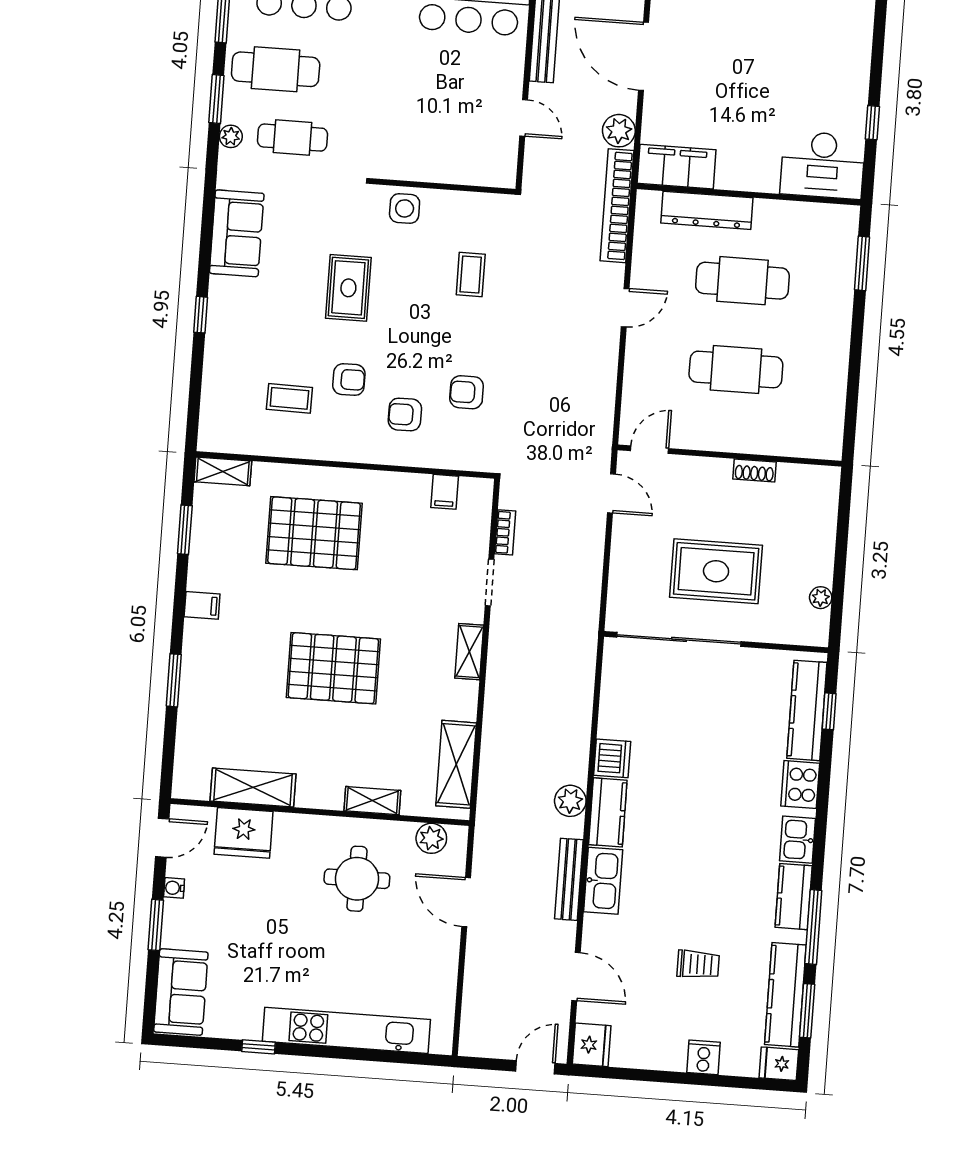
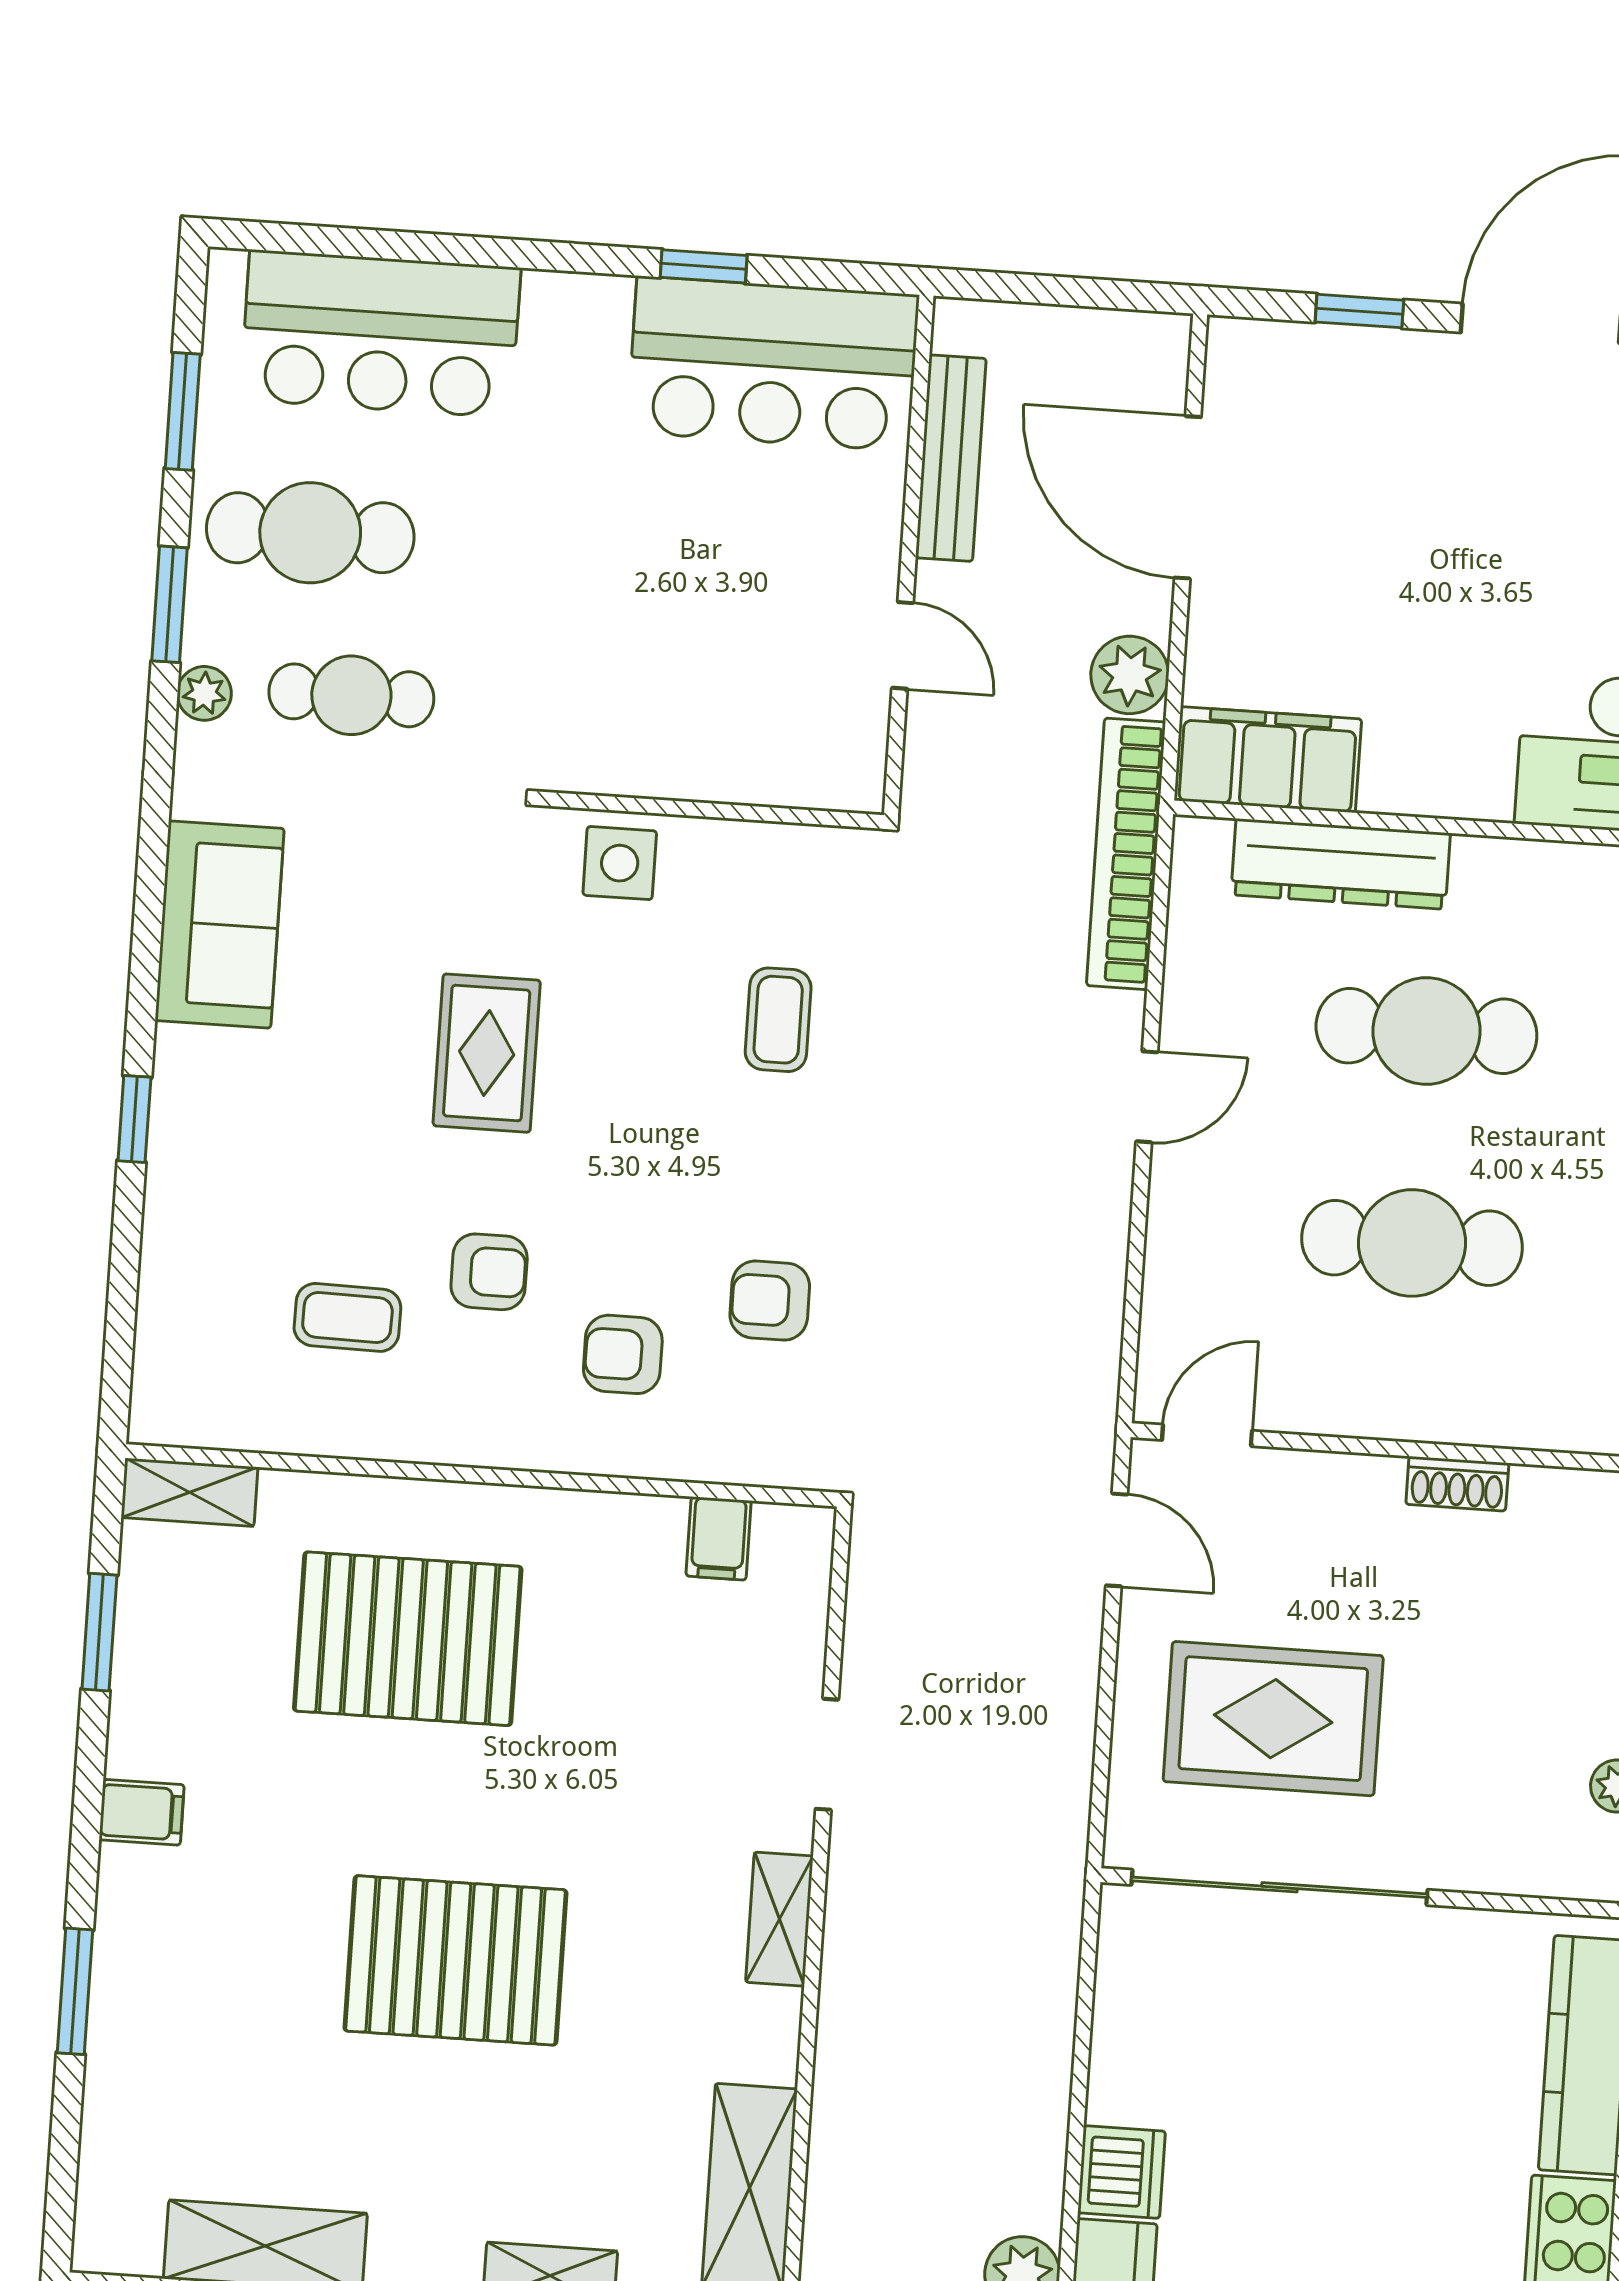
bookcase: (505, 532) -> (863, 1634), removed
rug: (716, 571) -> (1273, 1719), moved

